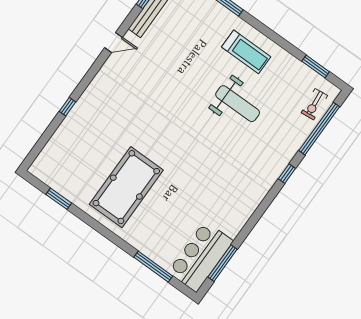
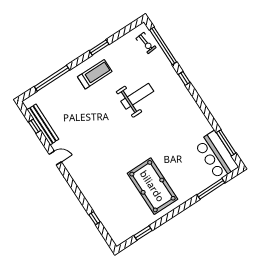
door: (114, 43) -> (55, 158), hinge flipped
window: (316, 67) -> (99, 48), moved
weight bench: (238, 104) -> (137, 96), moved
window: (68, 107) -> (95, 218), moved

